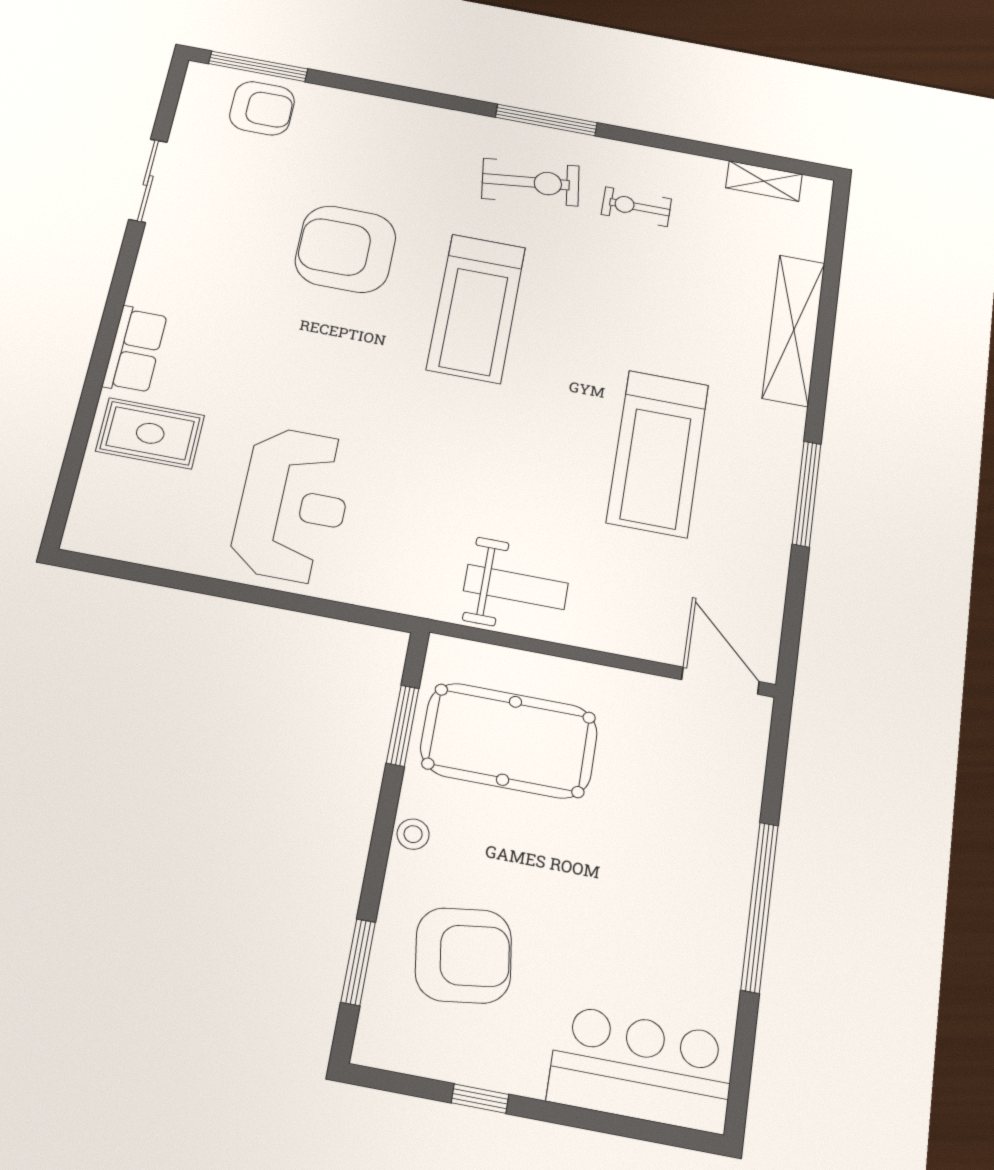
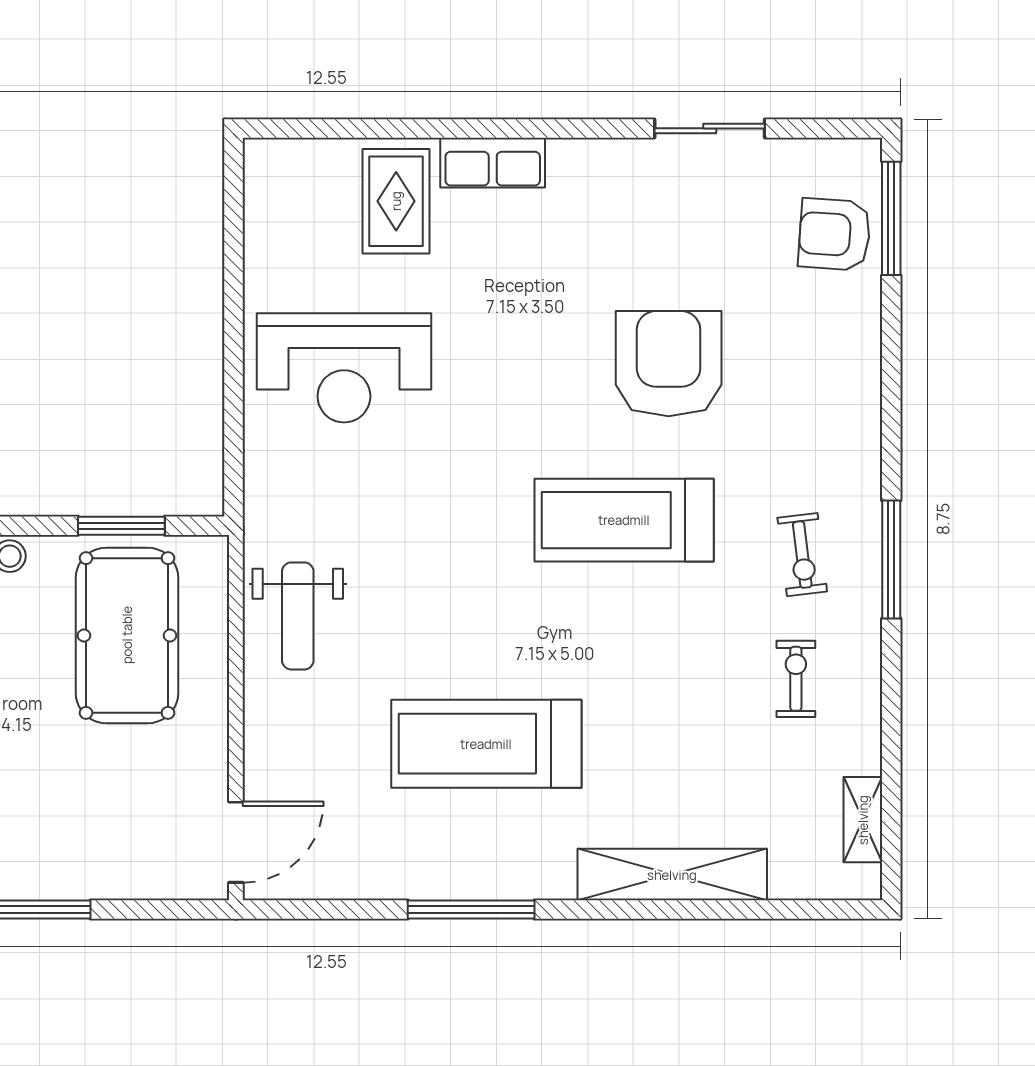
armchair: (262, 108) -> (835, 234), turned 94
exercise bike: (531, 182) -> (802, 555), width x0.73, depth x0.72

